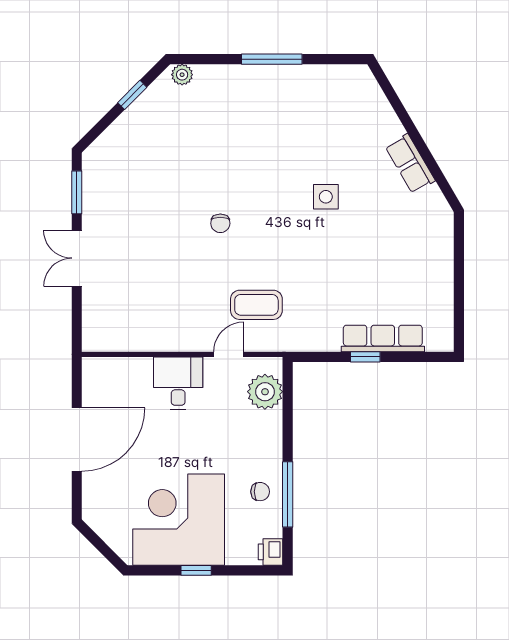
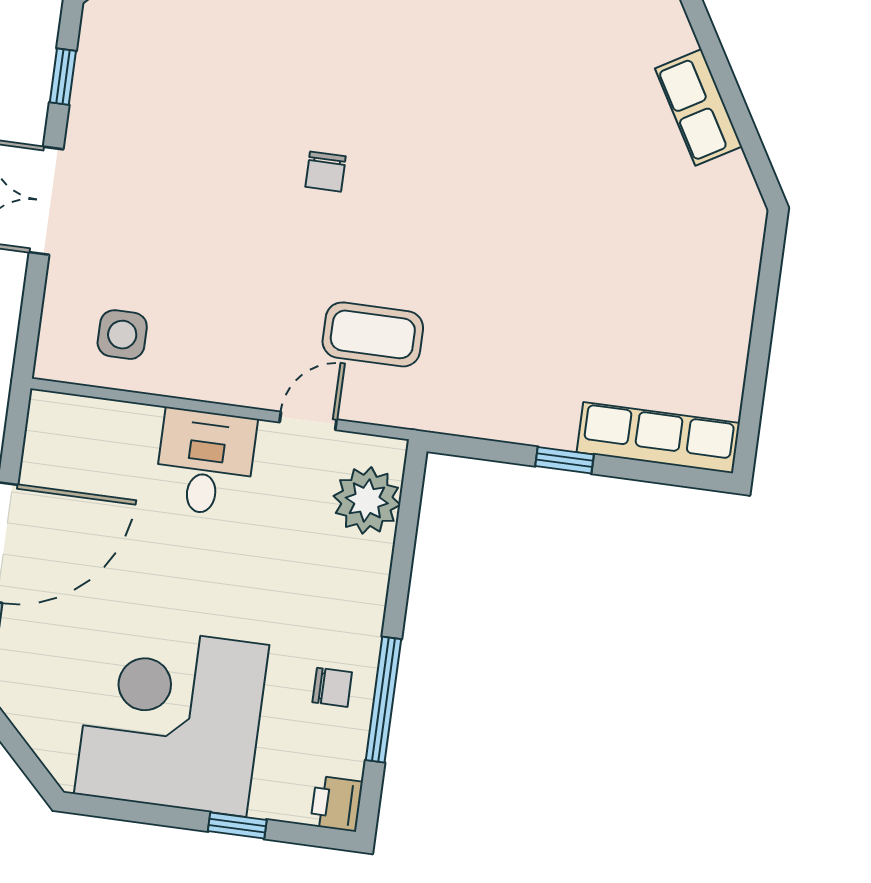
window: (77, 192) -> (63, 77), width x0.67
side table: (326, 197) -> (122, 335), moved
row of seats: (383, 339) -> (658, 438), moved
window: (196, 570) -> (237, 826), moved

